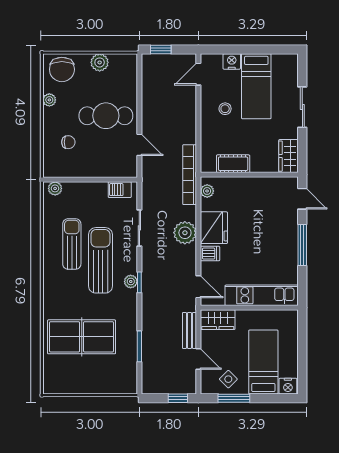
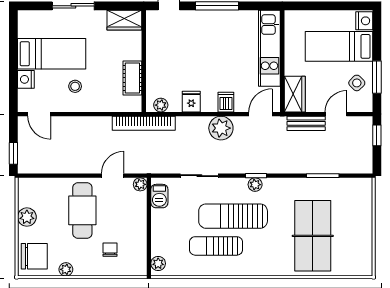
plant: (131, 171) -> (140, 184), added
fridge: (214, 228) -> (191, 102), width x0.53, depth x0.75
plant: (185, 233) -> (221, 128), moved

